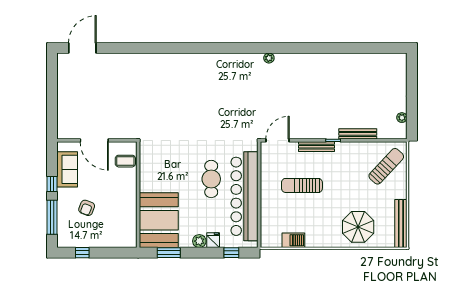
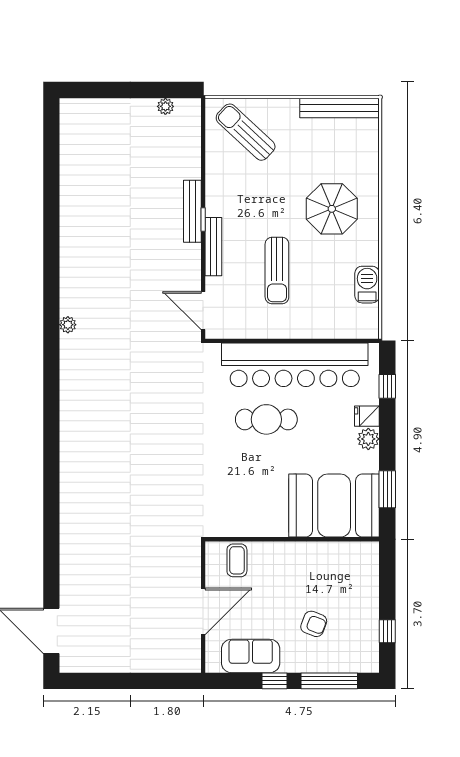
bench: (358, 134) -> (192, 211), moved
parasol: (358, 227) -> (332, 209), moved

